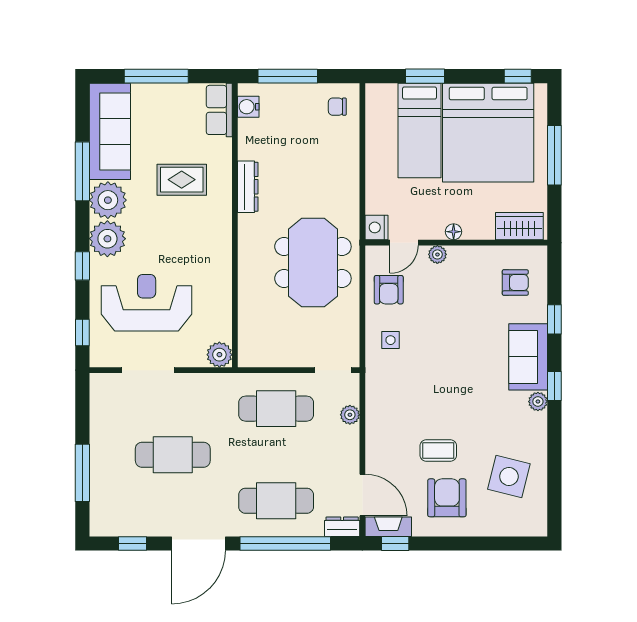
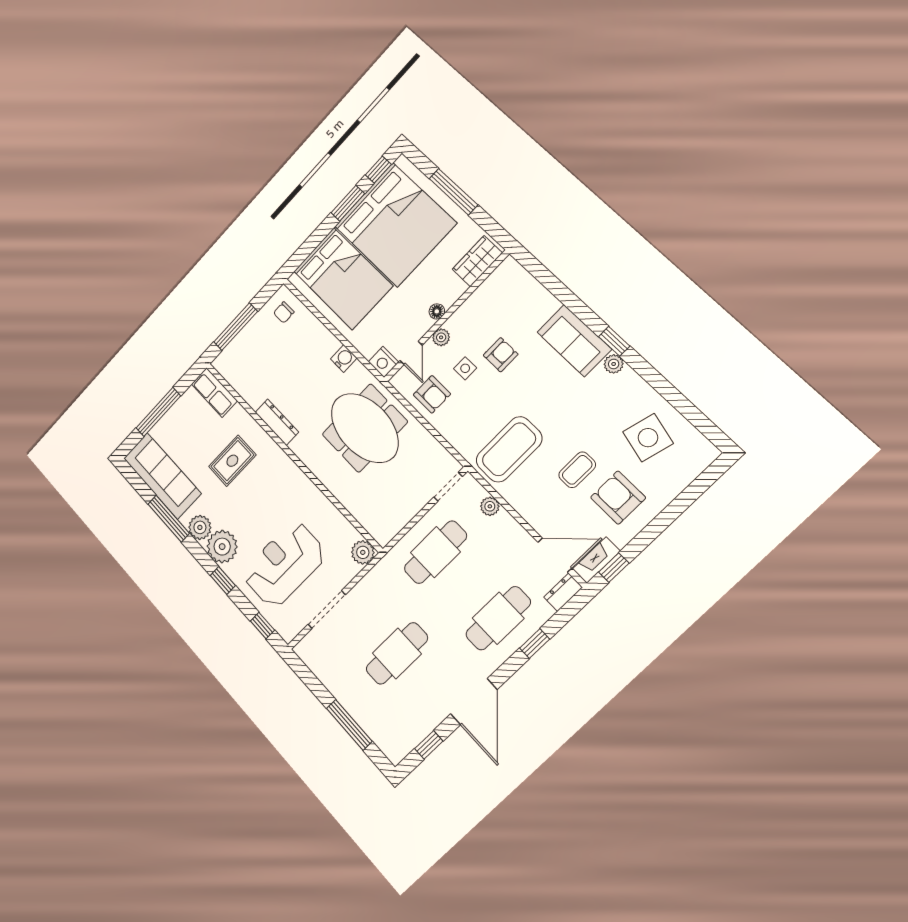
window: (425, 76) -> (348, 203), moved
water cooler: (248, 107) -> (344, 359), moved, turned 180
bed: (420, 130) -> (343, 279), width x1.50
plant: (108, 200) -> (200, 527), width x0.73, depth x0.73
armchair: (515, 283) -> (501, 355), moved
window: (554, 319) -> (566, 297), removed
side table: (391, 340) -> (465, 368), moved
coffee table: (405, 388) -> (509, 449), added
window: (285, 544) -> (535, 644), width x0.32

